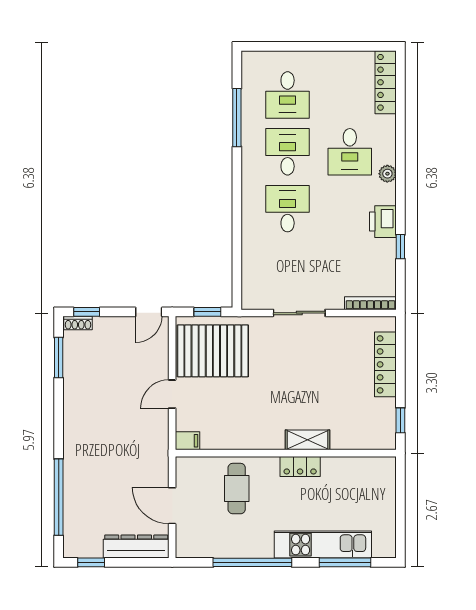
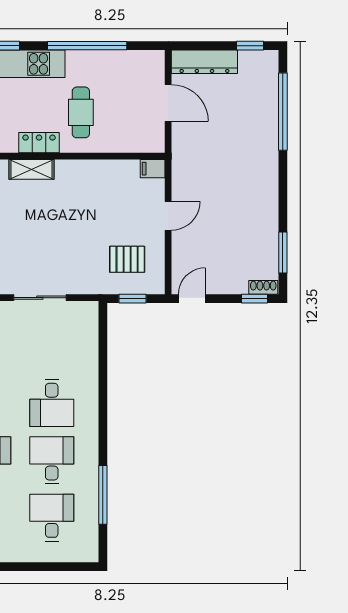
desk: (288, 152) -> (52, 460), turned 180
pallet: (213, 351) -> (127, 259), width x0.49, depth x0.50
cafe table: (237, 489) -> (81, 112), moved

